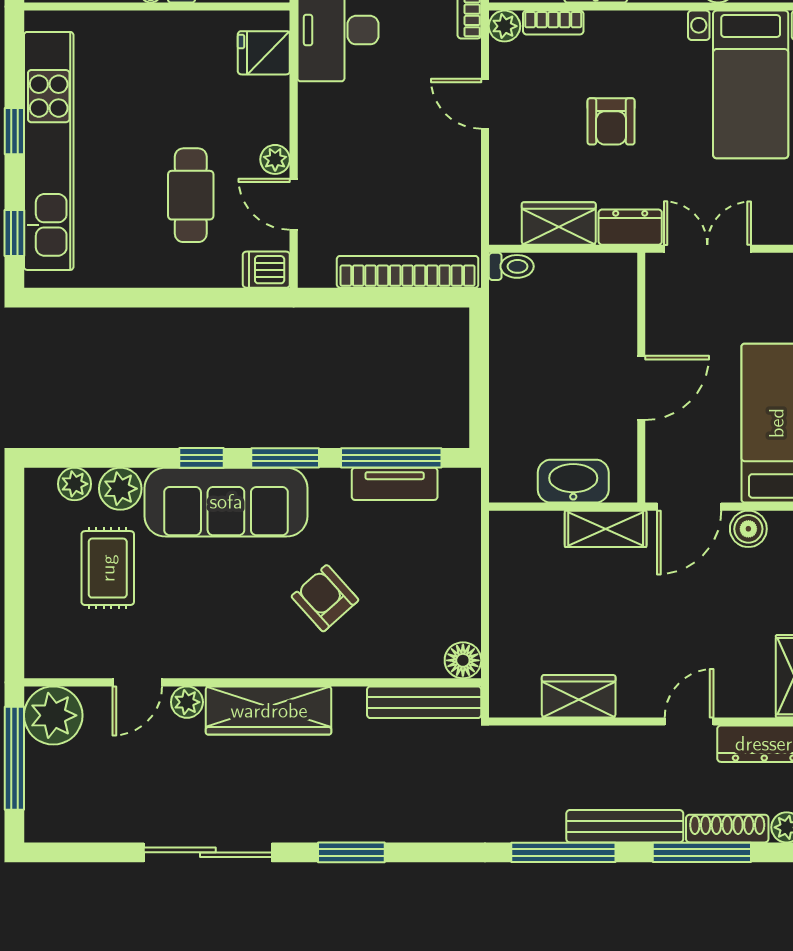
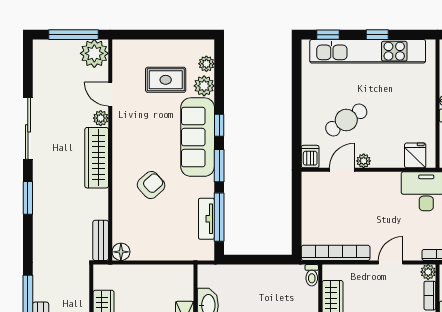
cafe table: (191, 195) -> (346, 120), turned -33
bookcase: (408, 272) -> (336, 253), moved, turned -90
bench: (424, 702) -> (101, 240), width x0.73

